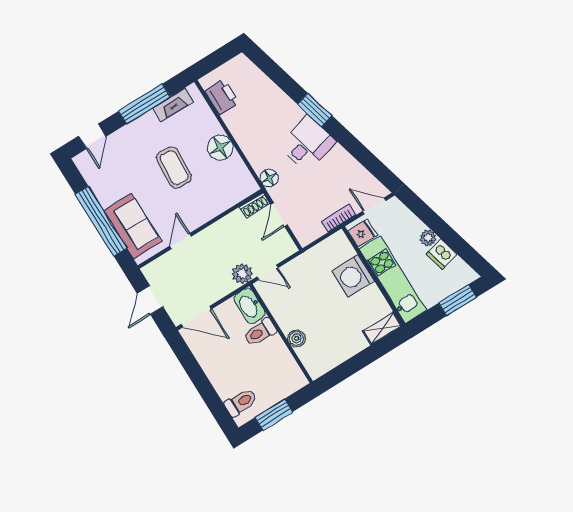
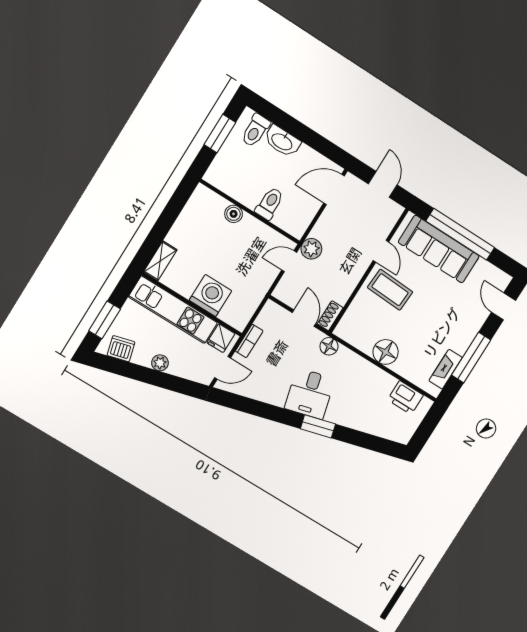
coffee table: (174, 168) -> (390, 290), moved
sofa: (133, 226) -> (439, 249), width x1.36
dishwasher: (442, 254) -> (121, 349), moved
washbasin: (250, 306) -> (282, 141), moved, turned 180

